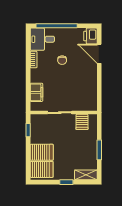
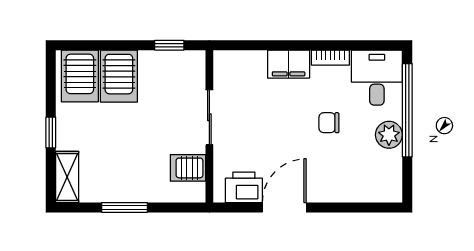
plant: (67, 34) -> (389, 135), added
printer: (90, 36) -> (244, 187), moved
door: (99, 54) -> (284, 207), moved
filing cabinet: (36, 92) -> (289, 64), moved

